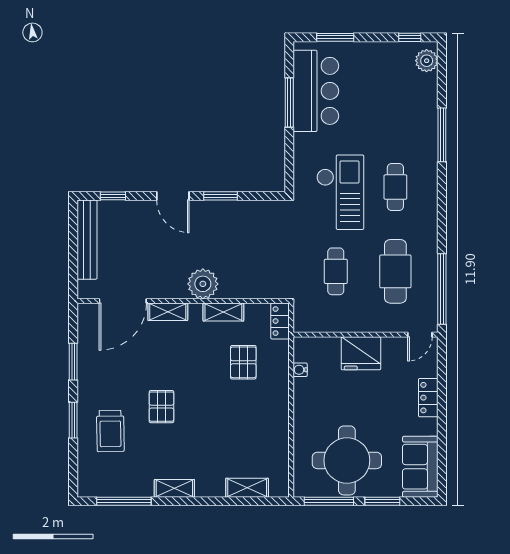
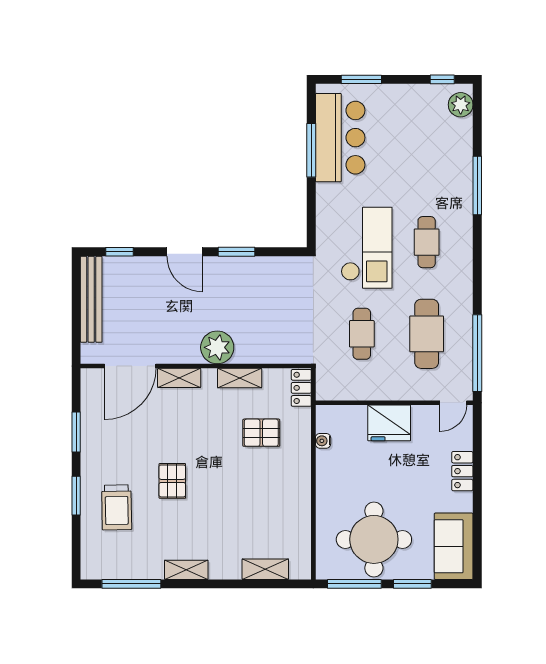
pallet: (243, 362) -> (261, 433), turned 90

